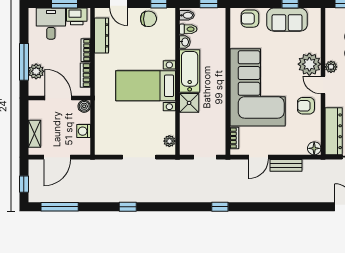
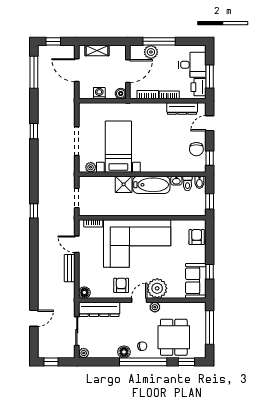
sofa: (287, 20) -> (196, 281), moved
bed with nightstands: (146, 86) -> (118, 147), moved

